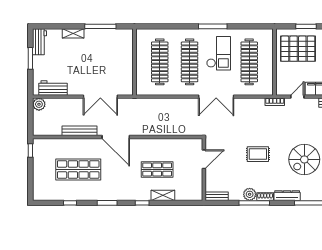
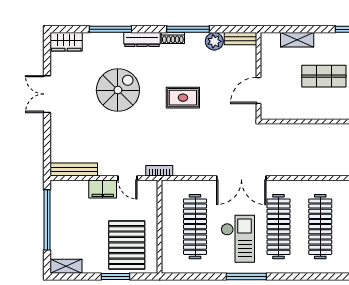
pallet: (298, 49) -> (127, 245), turned 90
checkout: (219, 53) -> (238, 239), turned 180
double door: (216, 97) -> (241, 178), swing flipped
door: (297, 97) -> (128, 178), hinge flipped
plant: (250, 194) -> (214, 41), moved
shelving: (163, 195) -> (297, 40), moved

